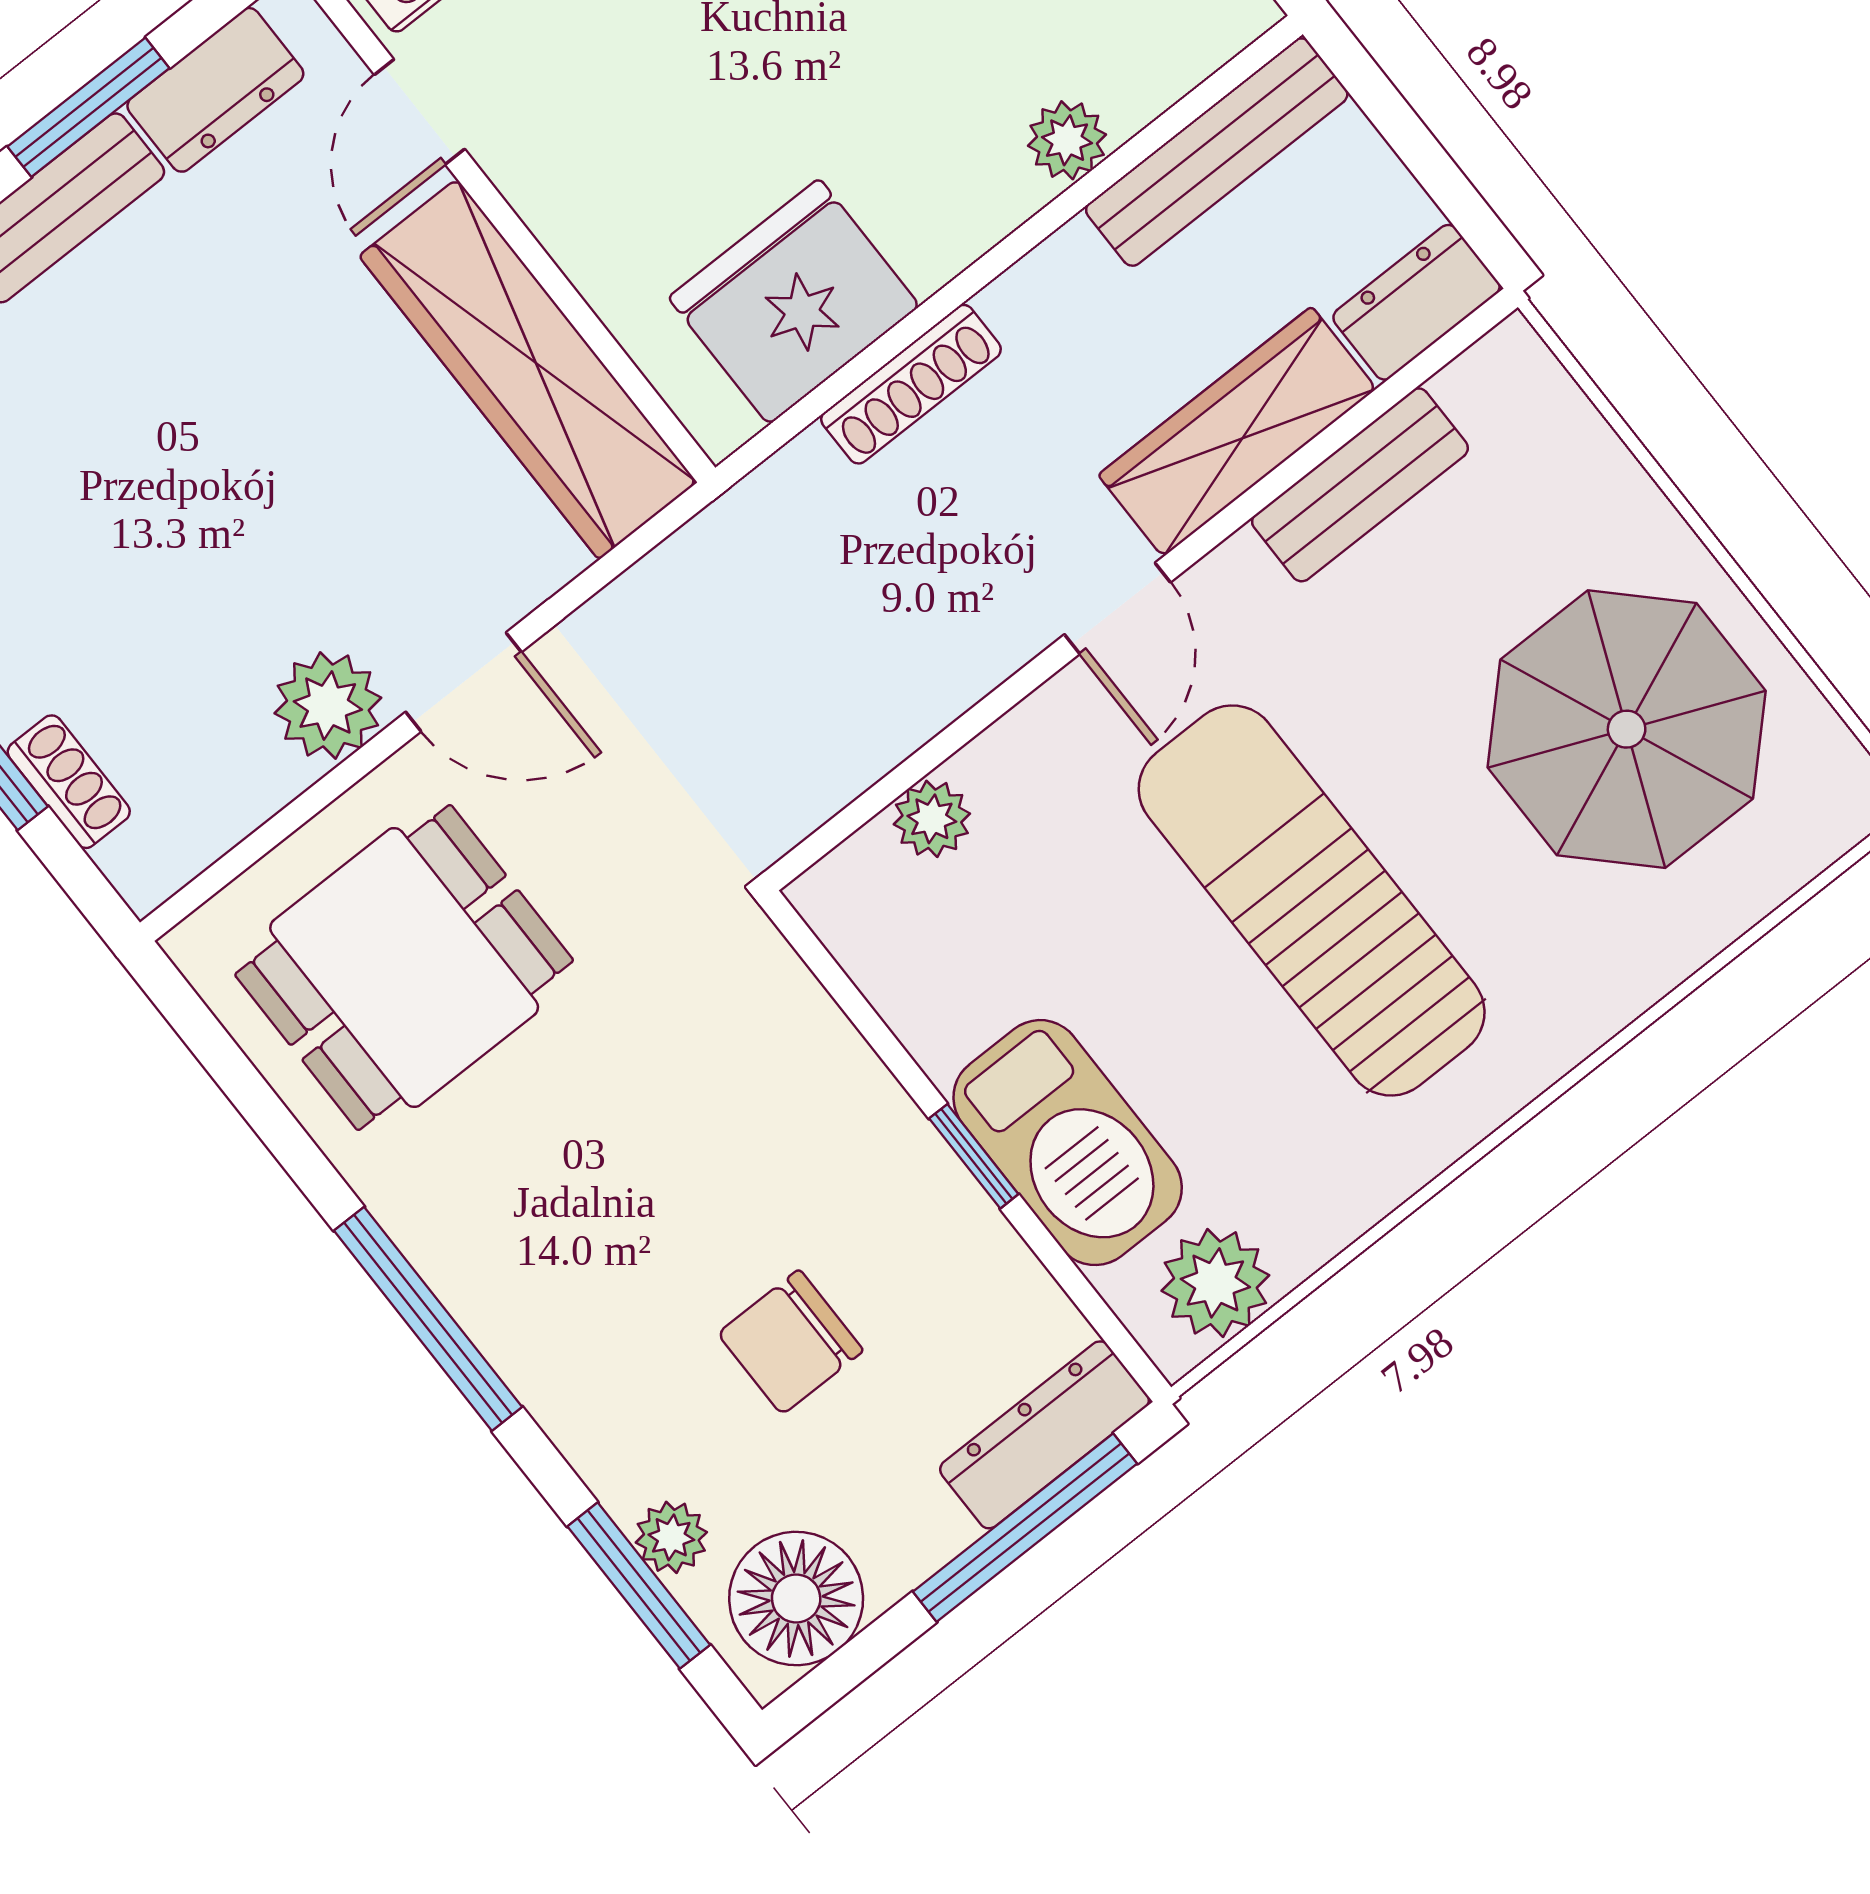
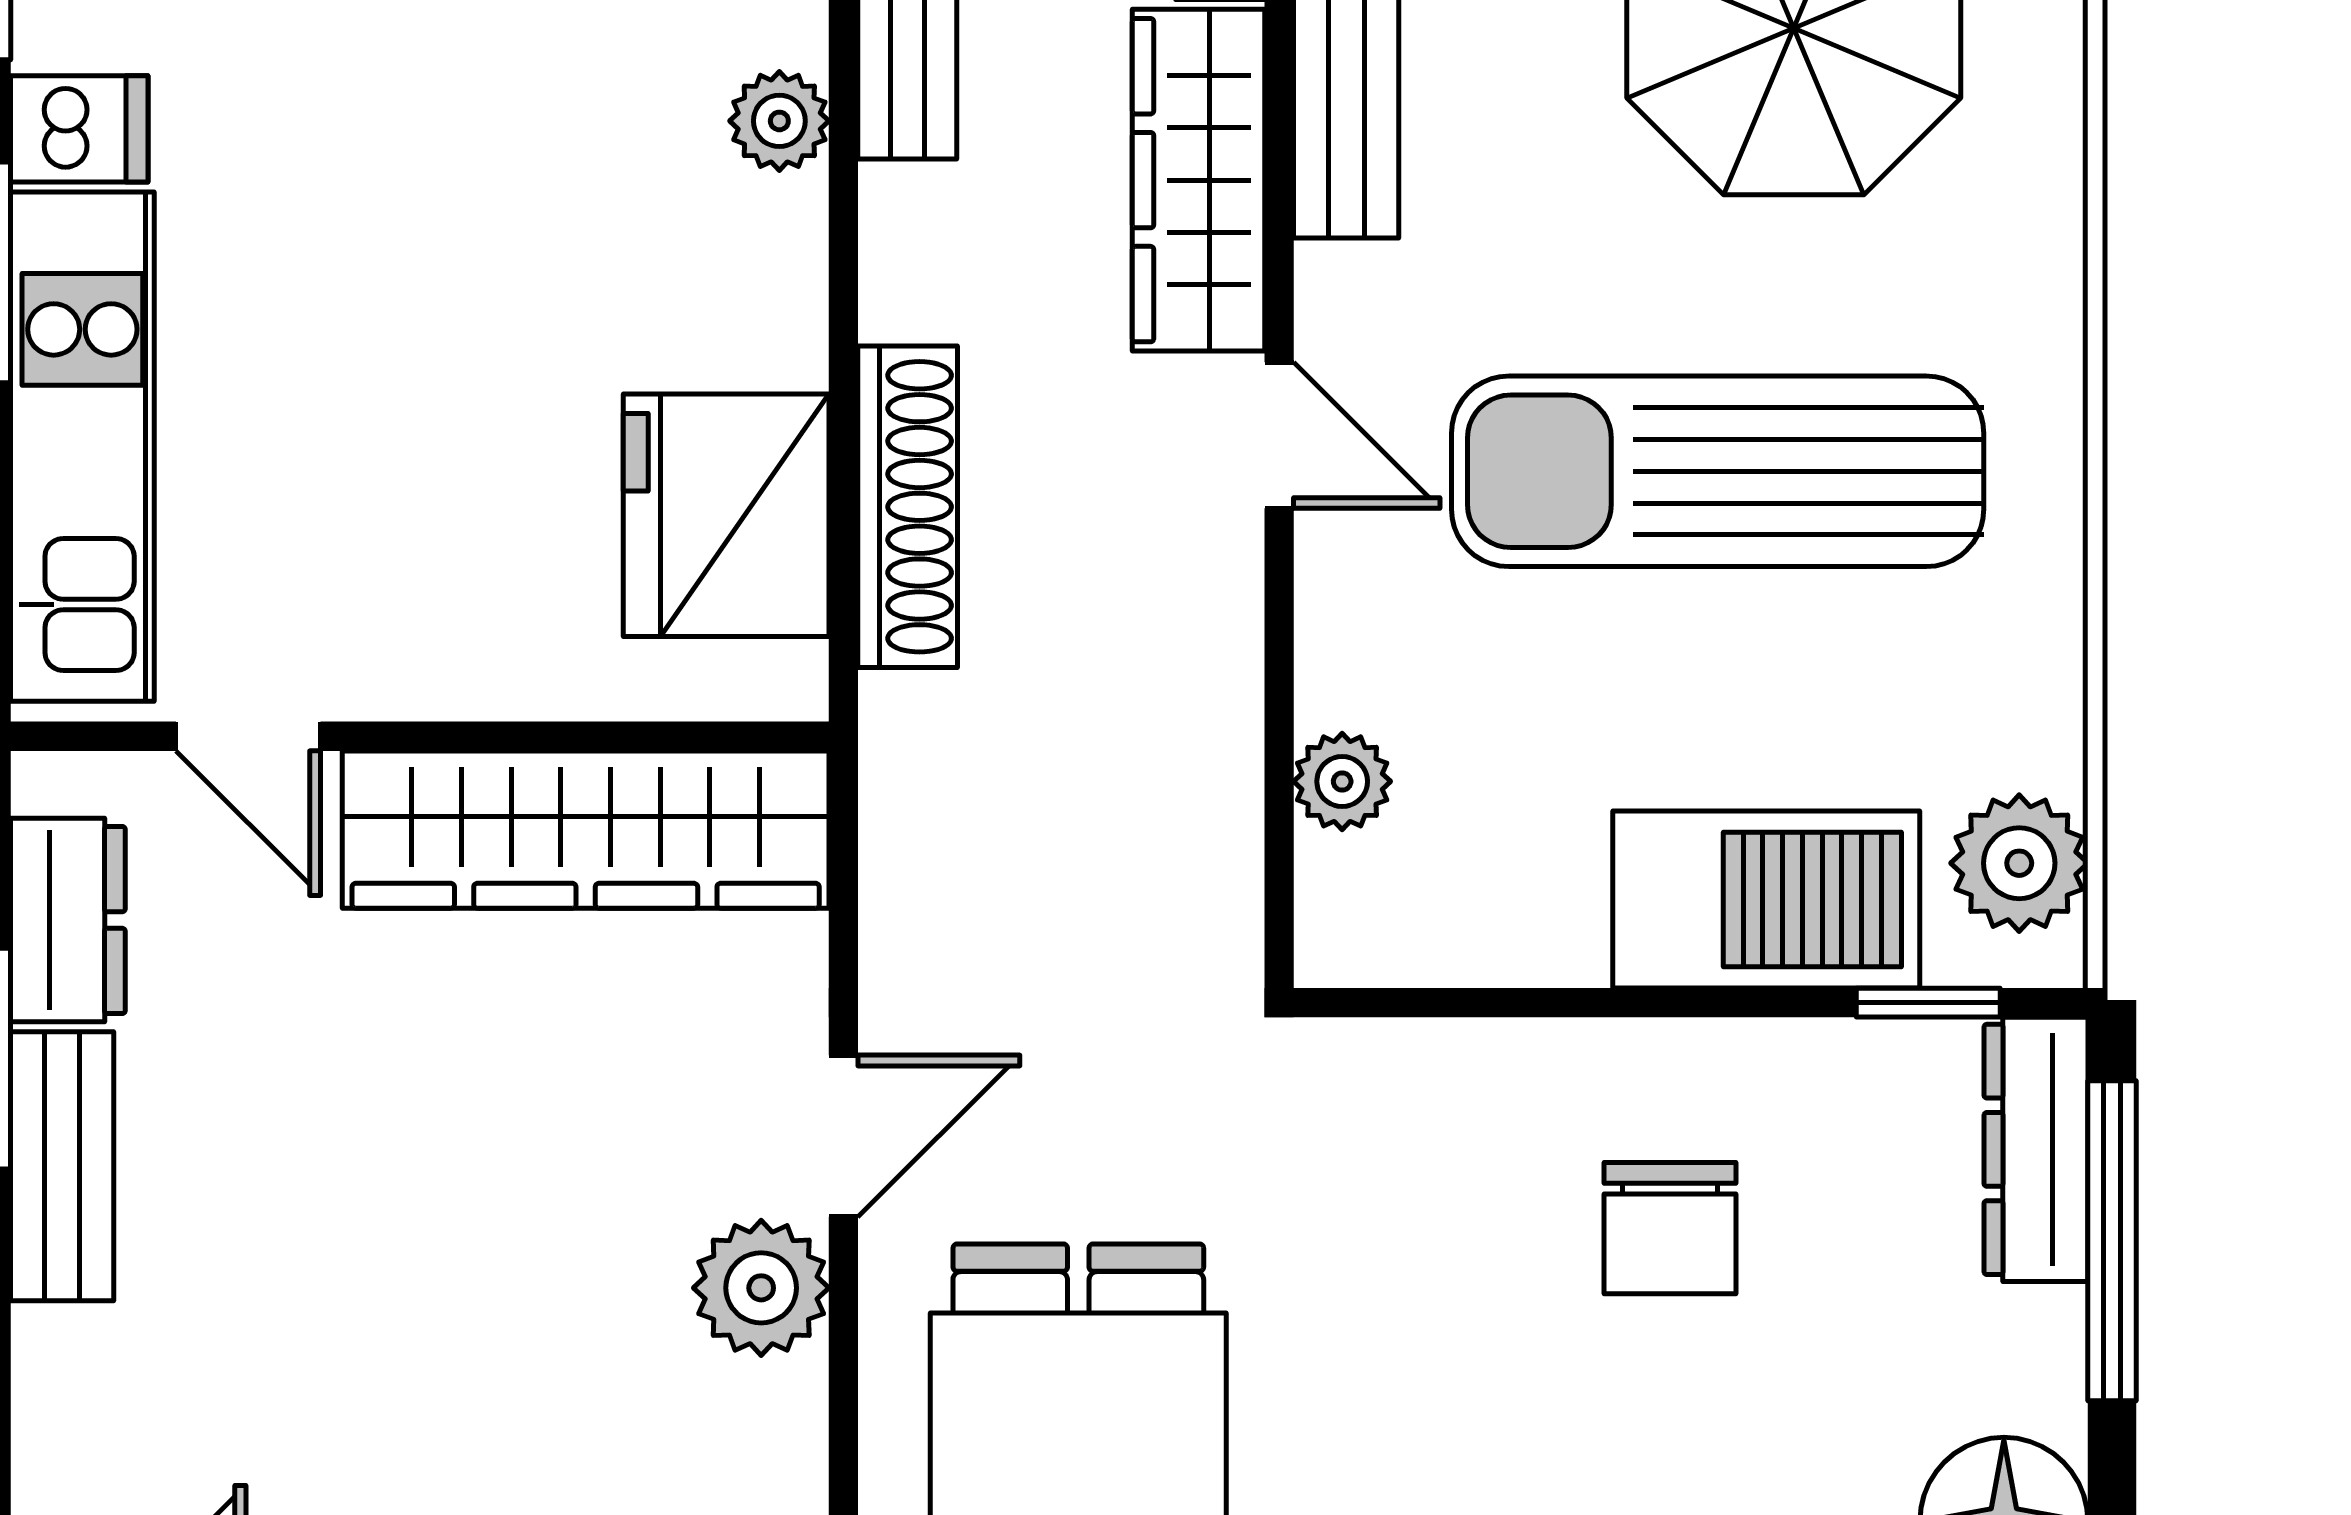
shoe rack: (911, 384) -> (908, 507), width x1.36, depth x1.24
window: (974, 1156) -> (1928, 1003), moved
chair: (790, 1342) -> (1670, 1228), moved

